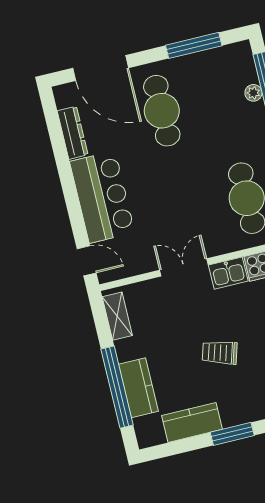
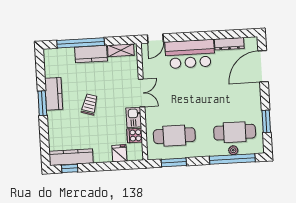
window: (194, 45) -> (266, 121), width x0.69
cafe table: (162, 111) -> (235, 132), moved
kitchen counter: (138, 388) -> (91, 54), moved
kitchen counter: (192, 422) -> (54, 94), moved

